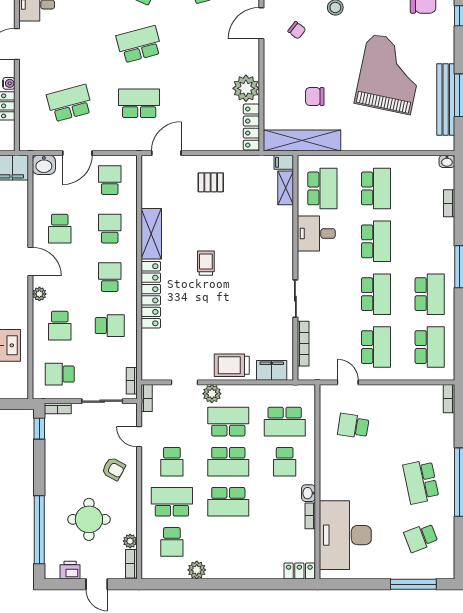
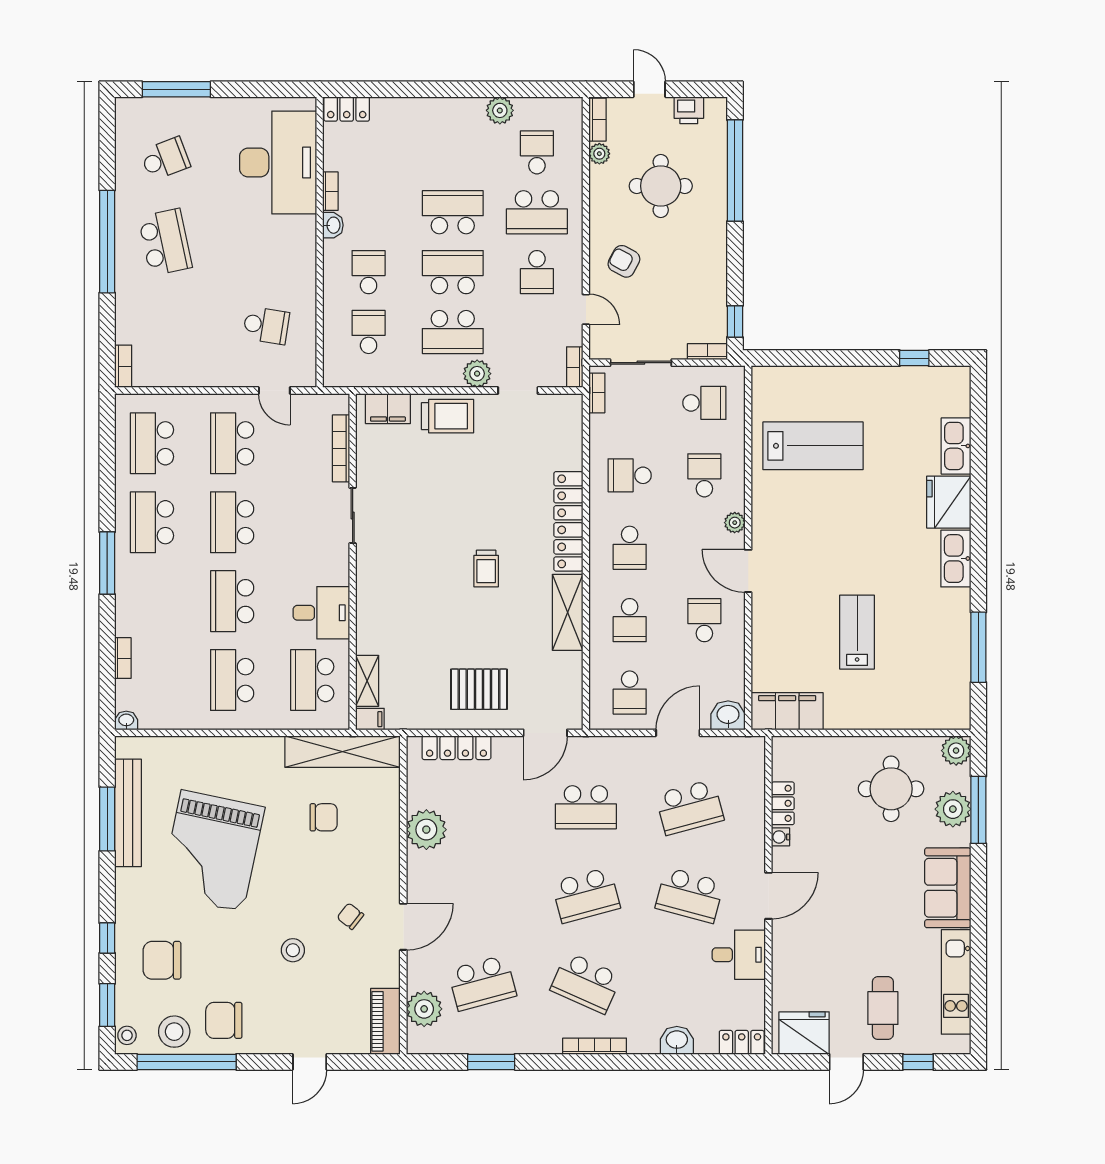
school desk: (70, 44) -> (690, 895), added
locker: (251, 127) -> (456, 748), moved, turned 90
pallet: (211, 182) -> (479, 689), width x1.50, depth x1.42
school desk: (285, 422) -> (369, 332), width x0.54
school desk: (172, 462) -> (537, 272), turned 180

